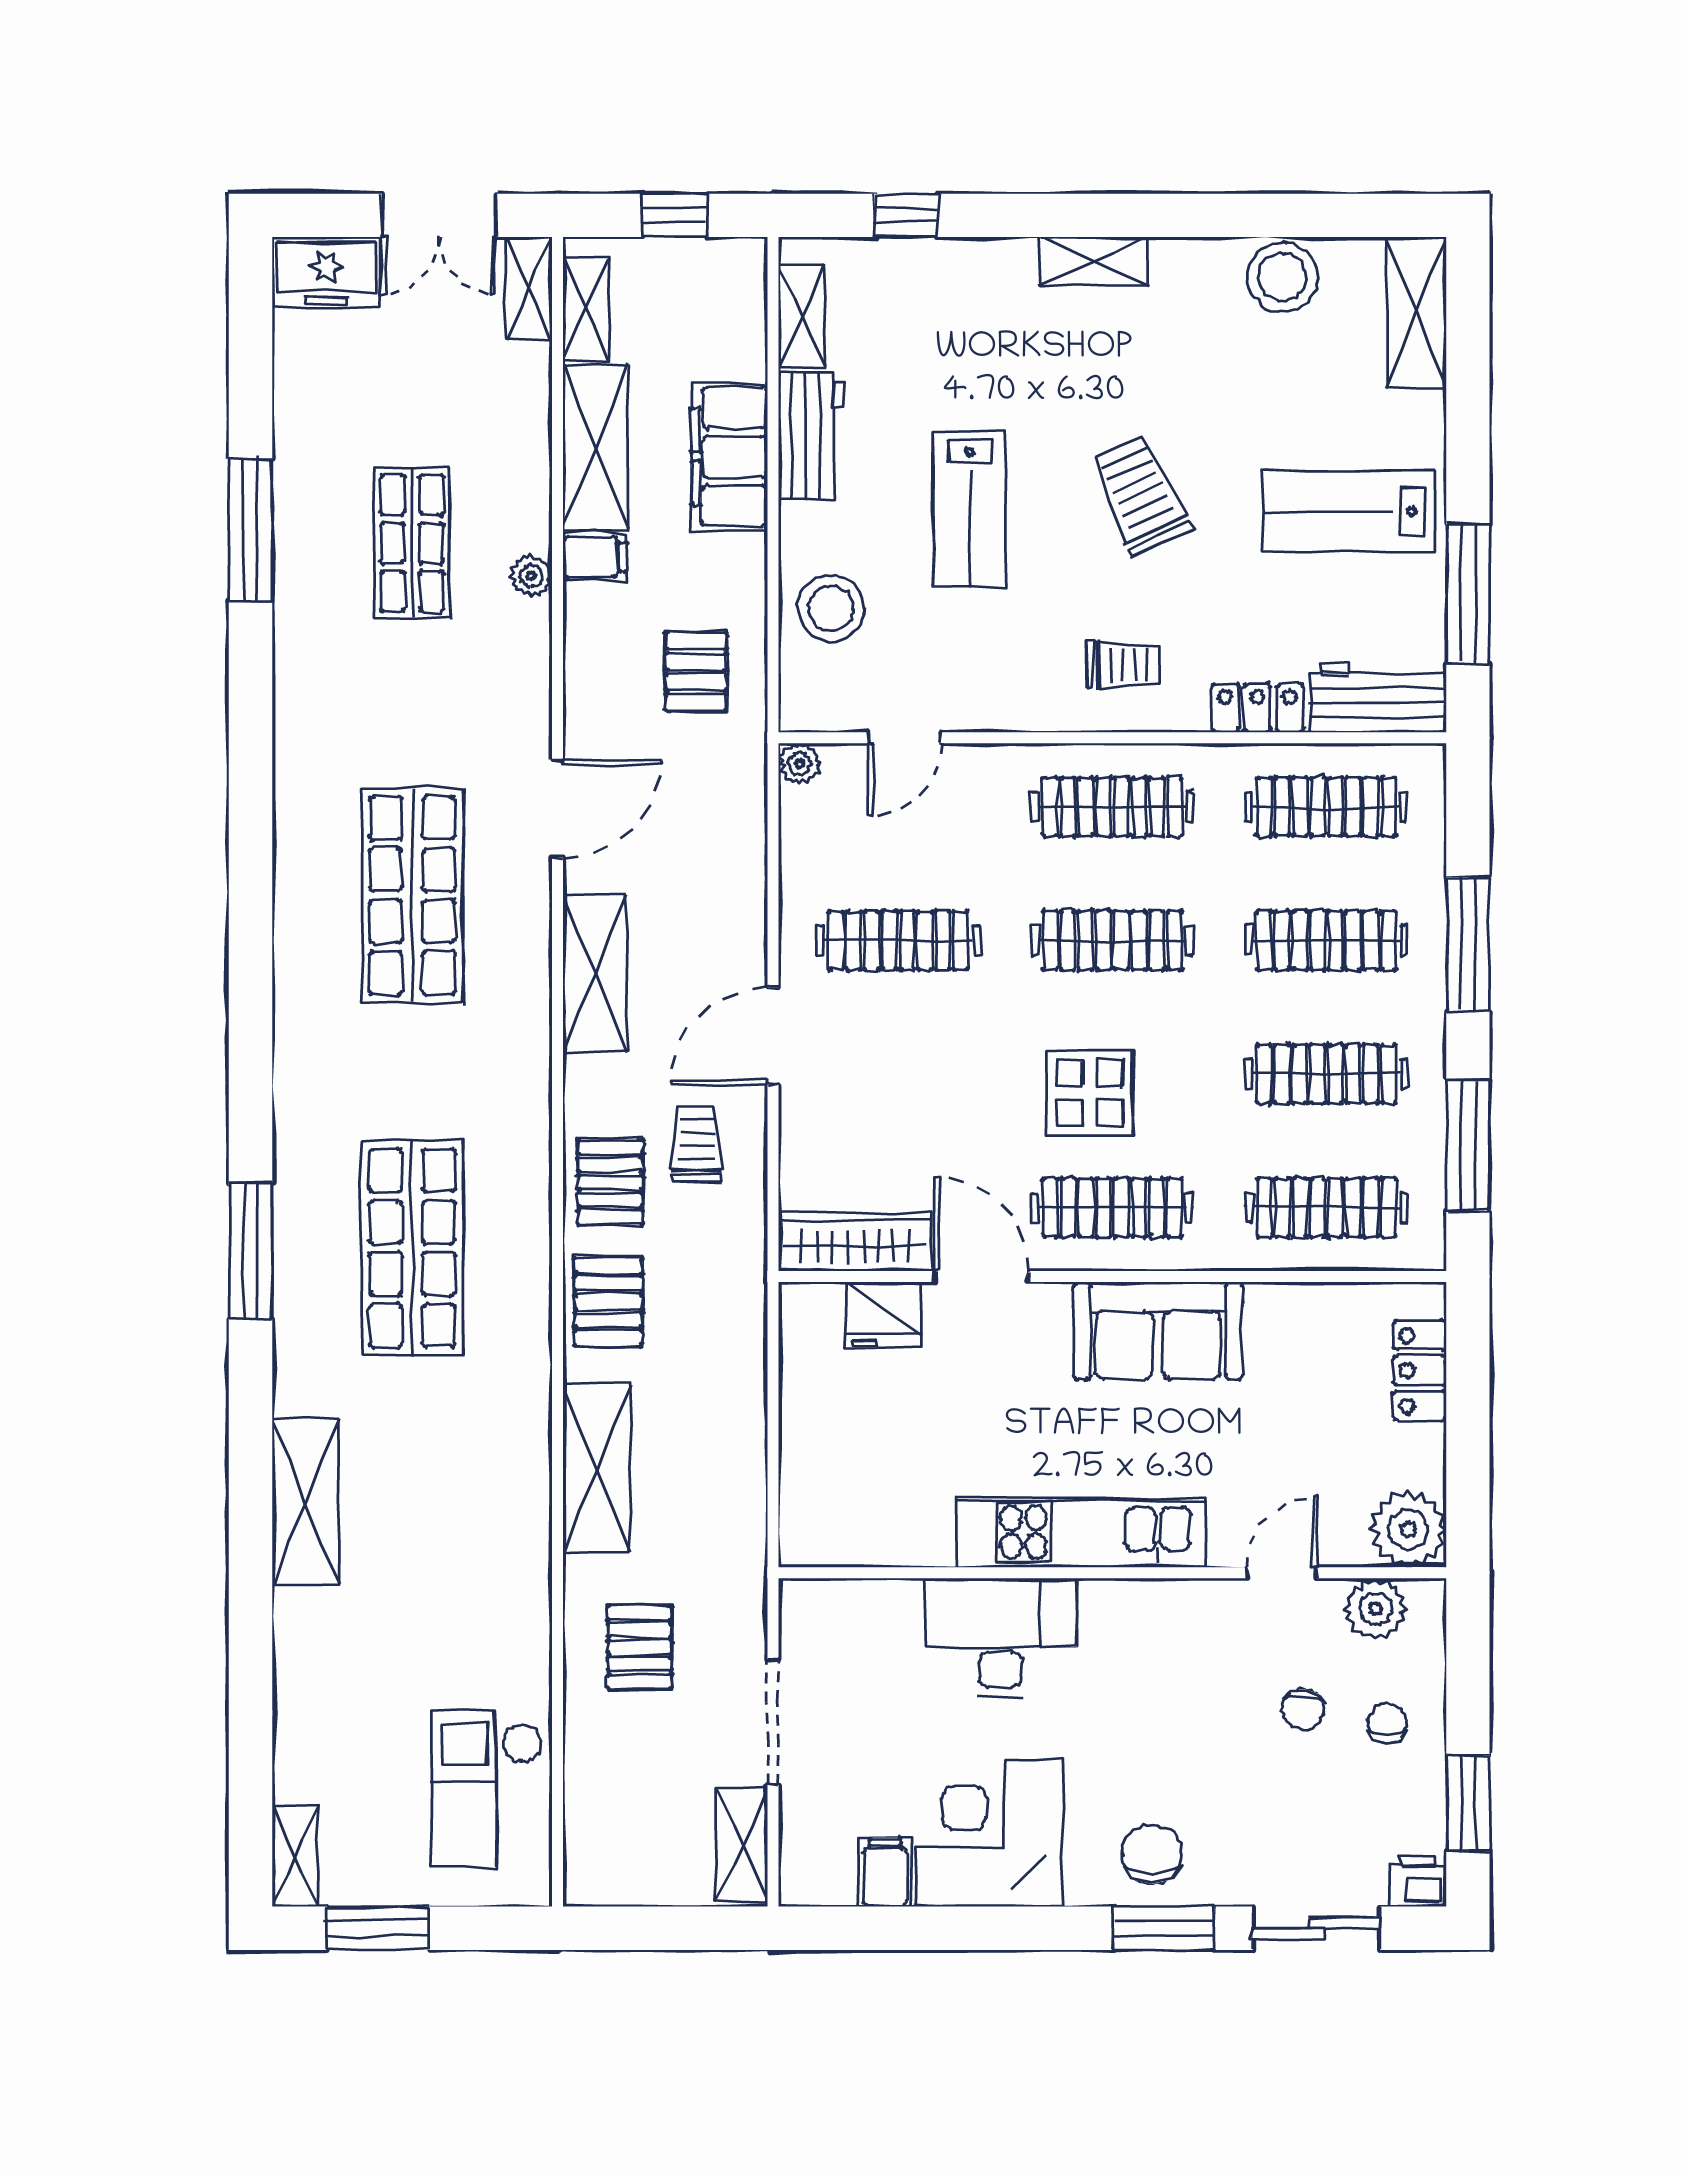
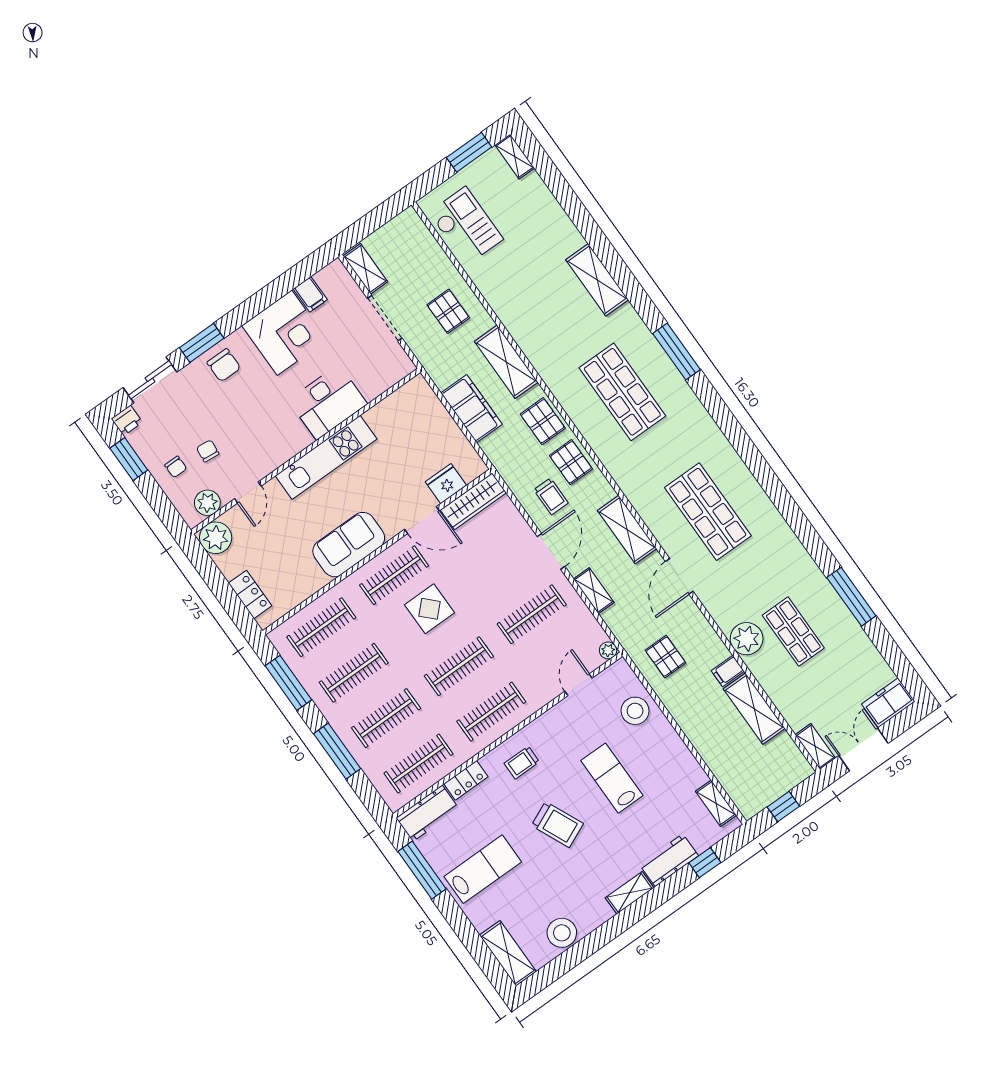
shelving: (586, 309) -> (594, 591), moved
workbench: (811, 436) -> (669, 860), moved, turned 90
filing cabinet: (730, 457) -> (471, 409), moved
plant: (531, 576) -> (747, 639), width x1.88, depth x1.88

